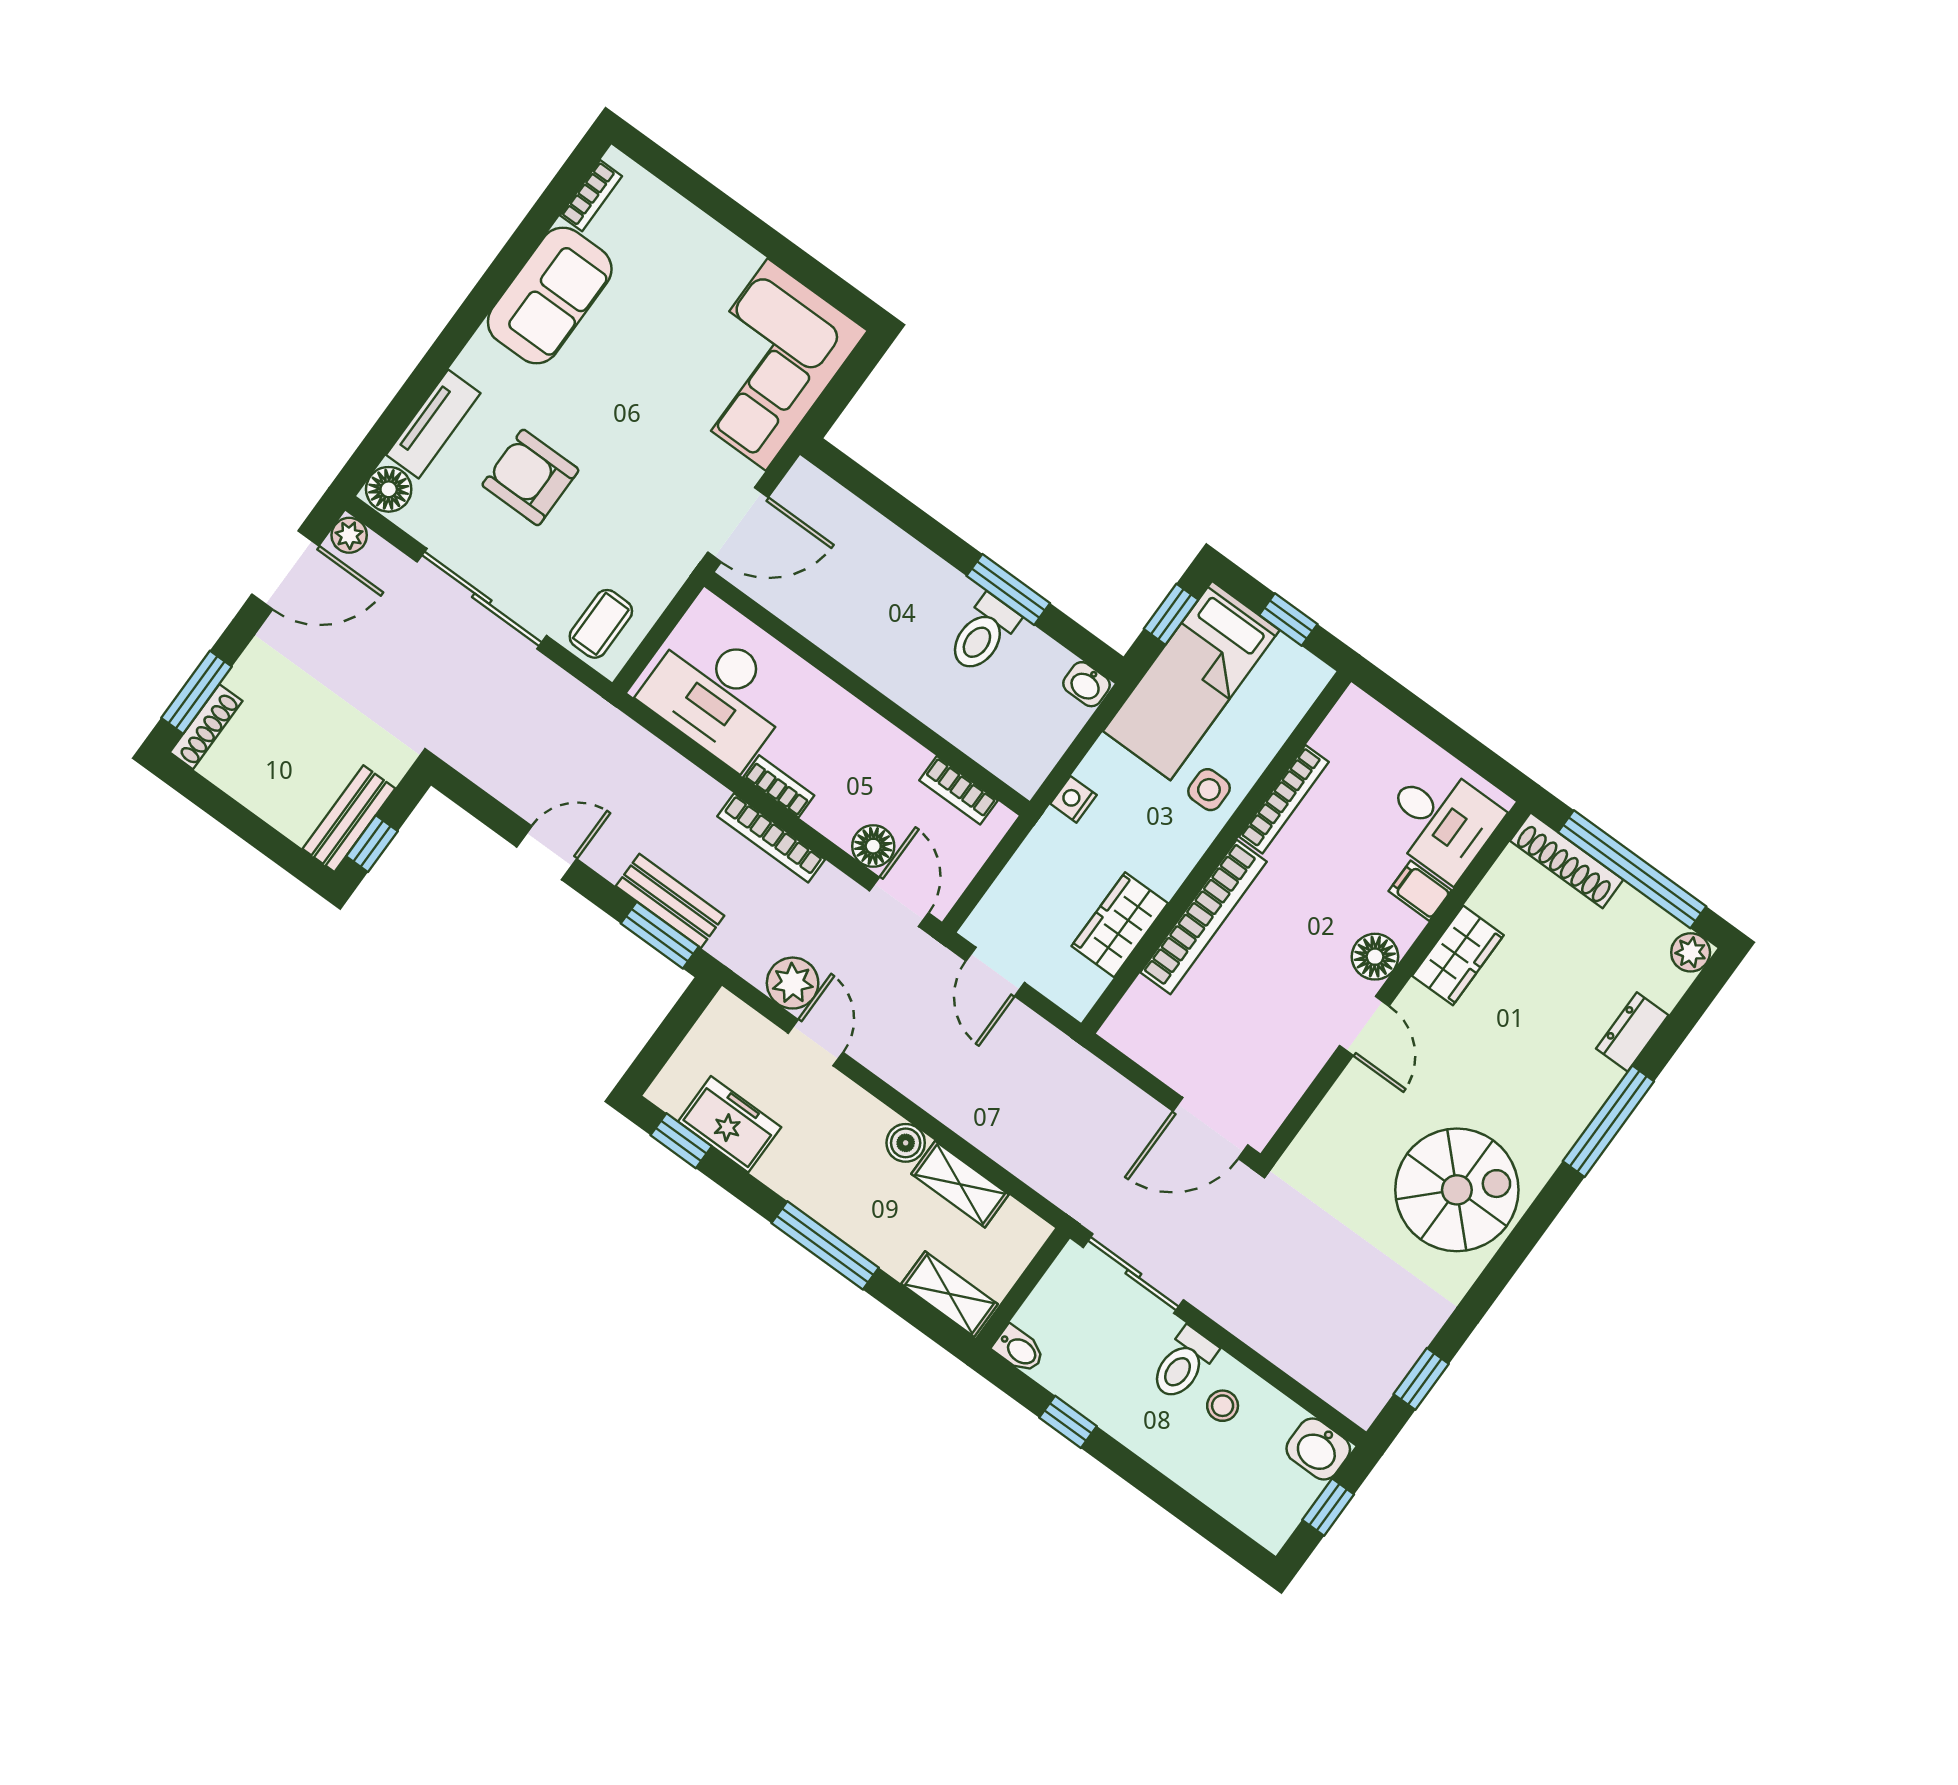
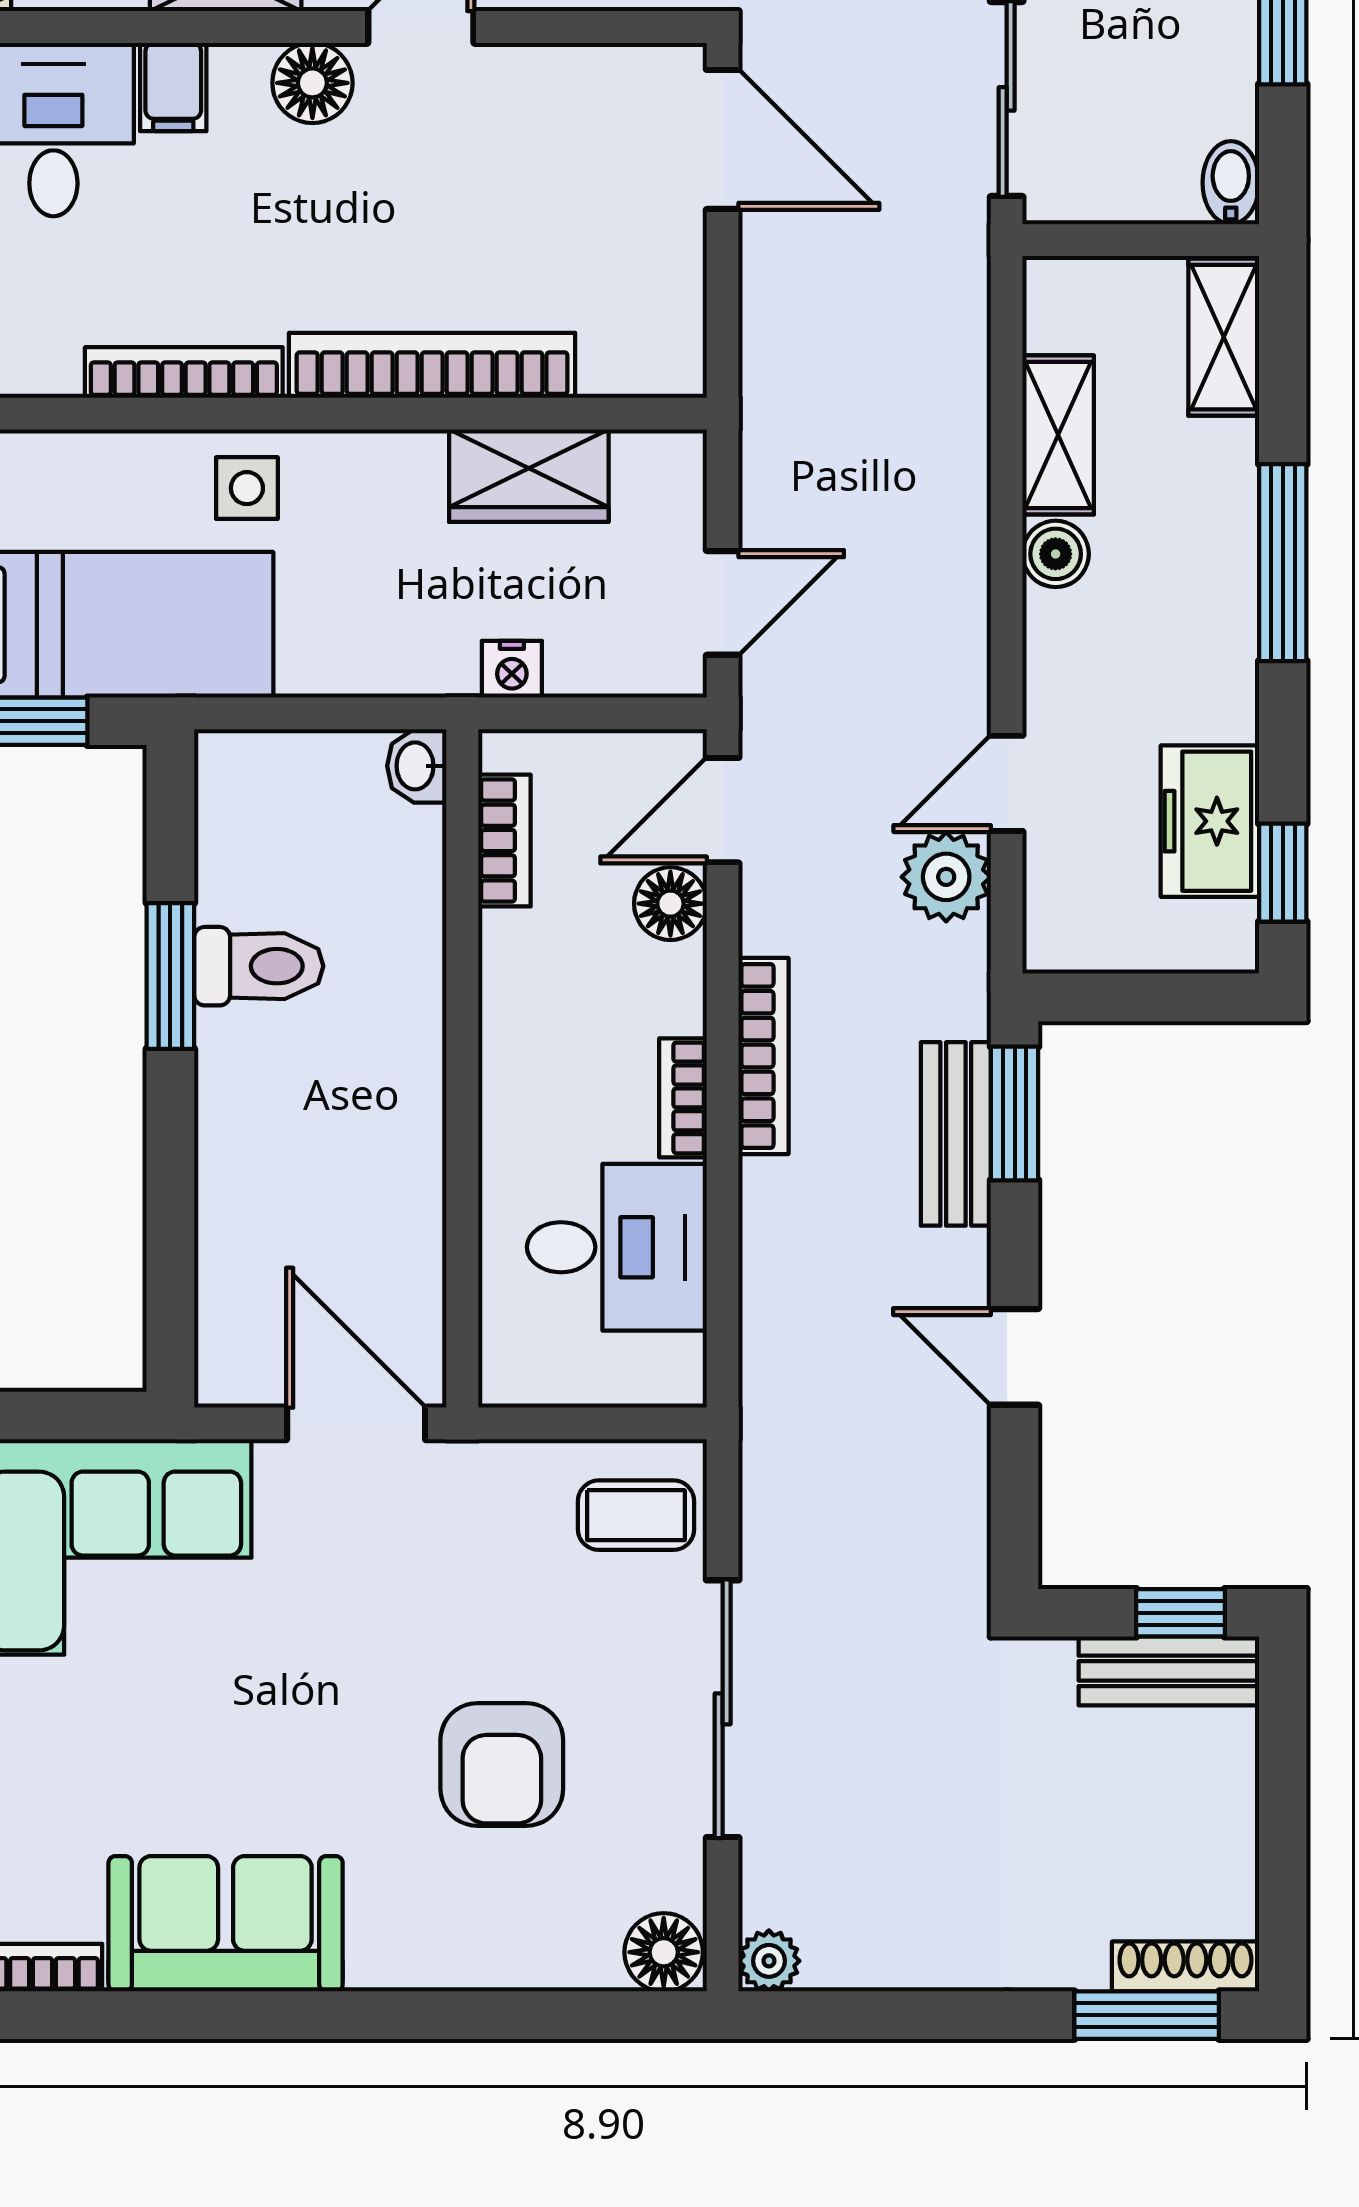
tv unit: (433, 424) -> (526, 1956), removed
door: (285, 570) -> (883, 2015), removed
washbasin: (1086, 684) -> (417, 766), moved, turned 180
desk: (717, 695) -> (617, 1247), width x0.73
nightstand: (1073, 799) -> (512, 669), moved

